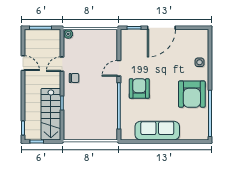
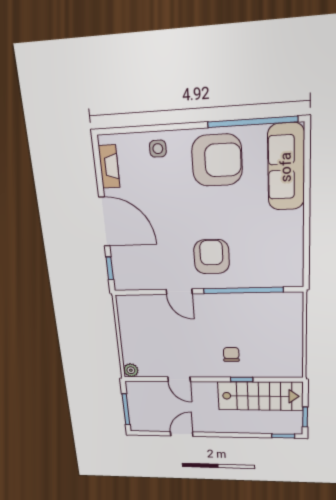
fireplace: (192, 34) -> (109, 167), added
chair: (74, 78) -> (231, 354), moved
armchair: (139, 88) -> (212, 257), turned 90
sofa: (157, 131) -> (286, 167), moved

